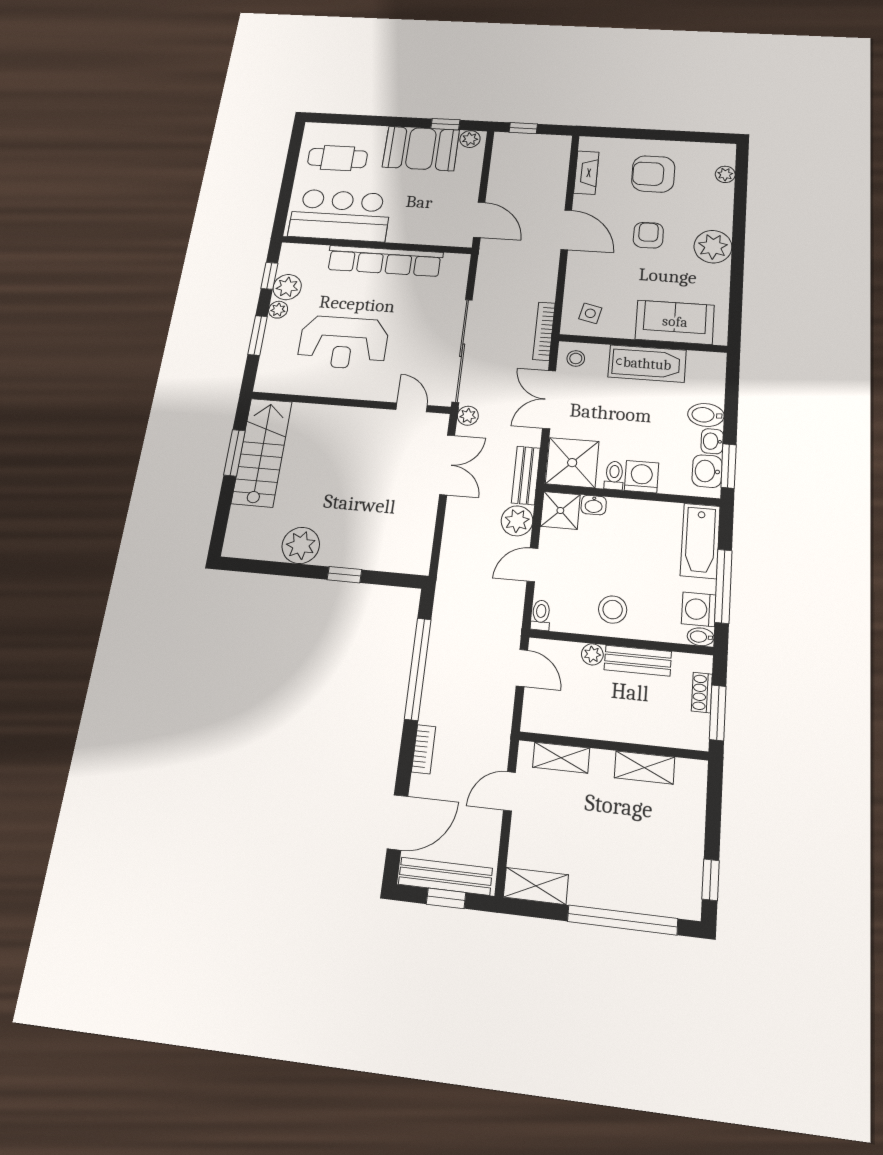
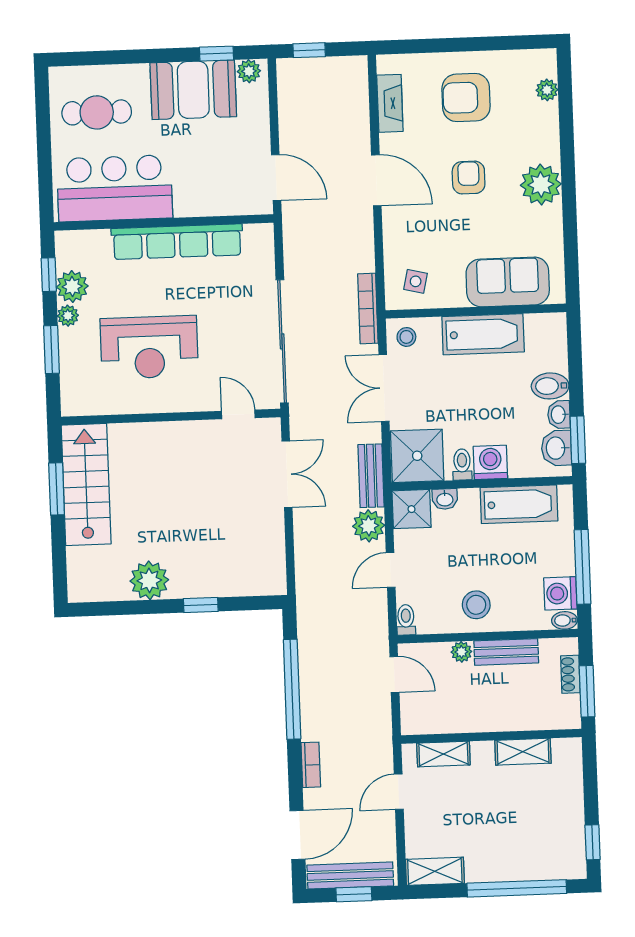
plant: (468, 416) -> (300, 417), removed
bathtub: (700, 541) -> (519, 504), moved, turned -90

